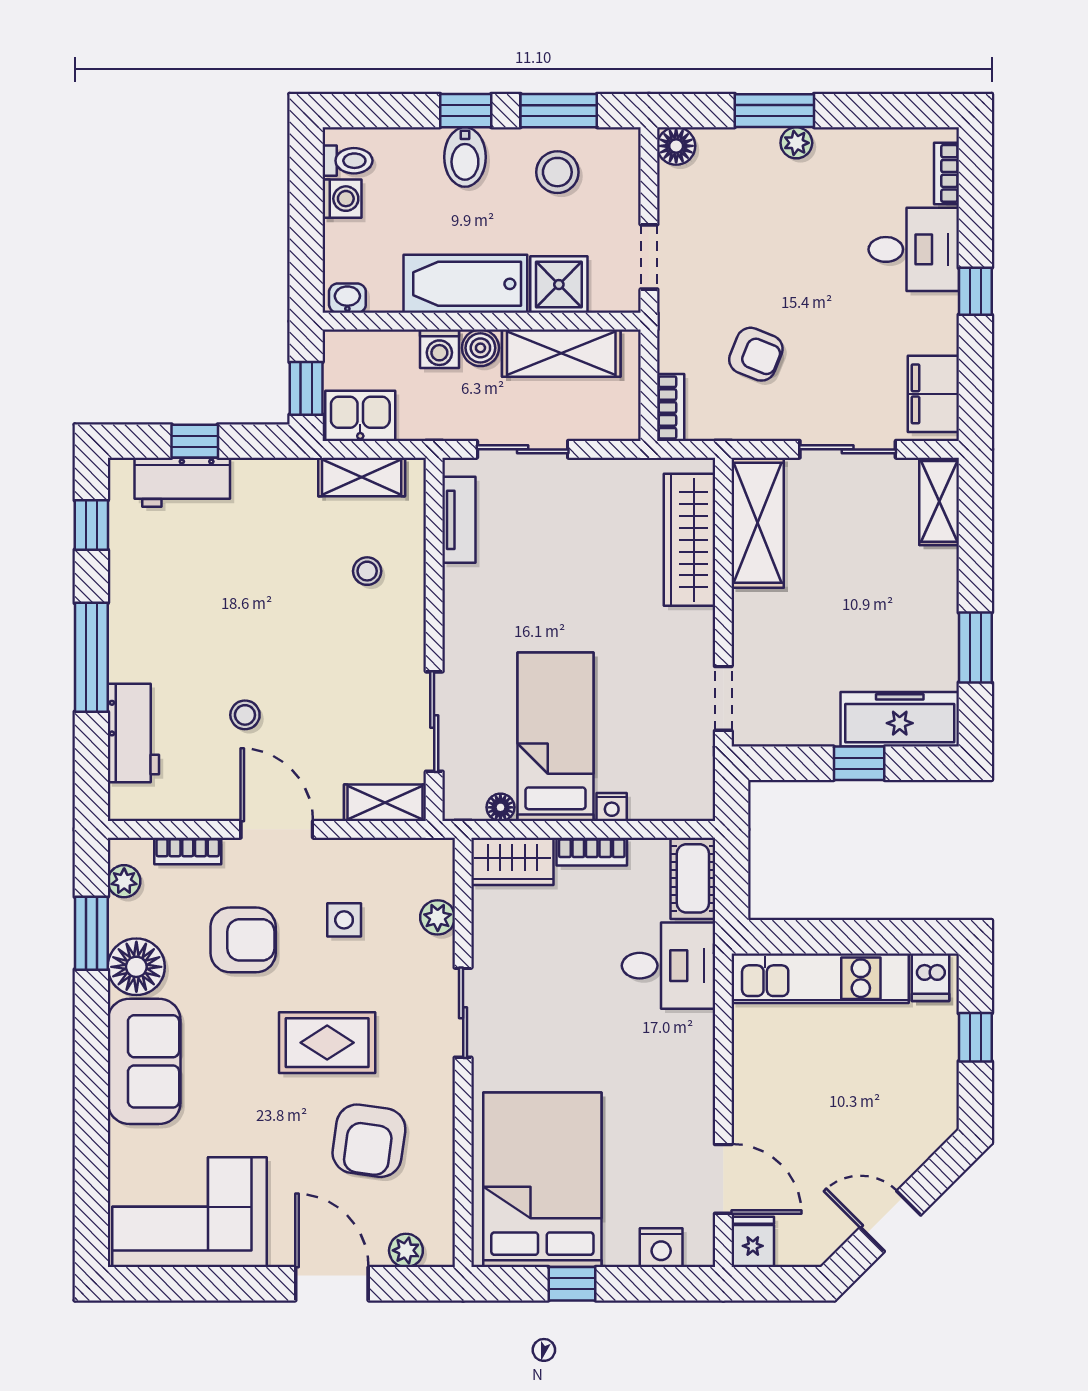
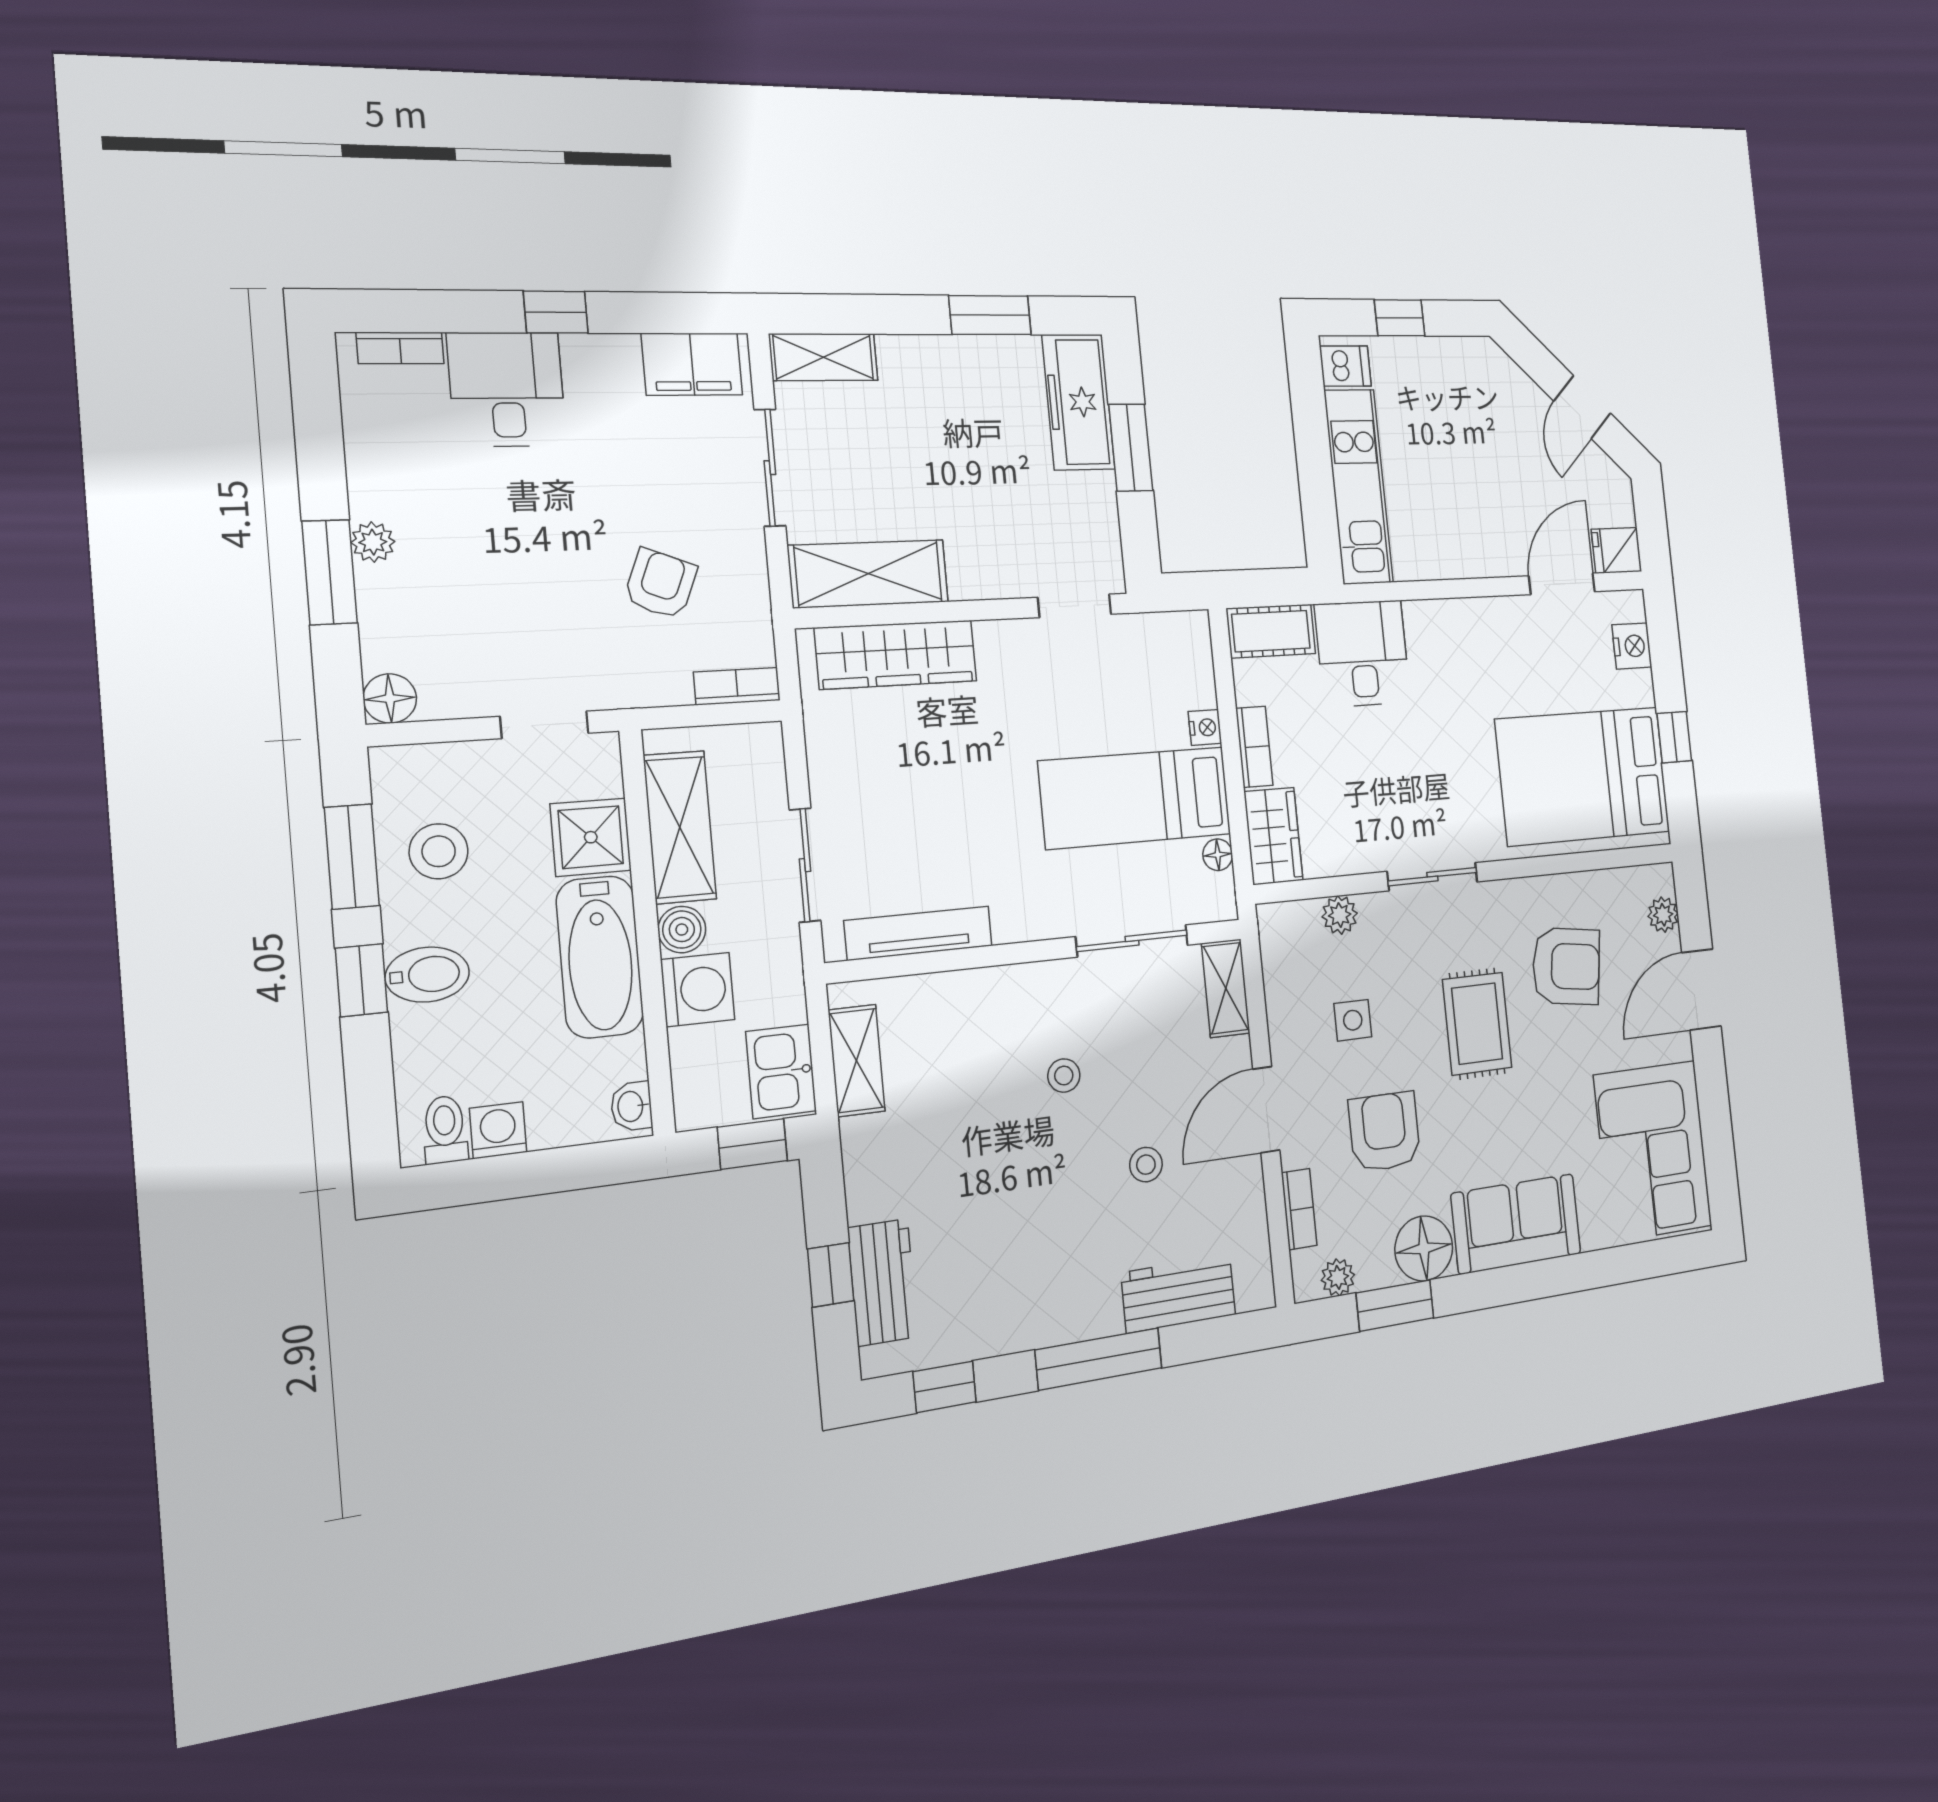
washing machine: (439, 349) -> (698, 990), width x1.38, depth x1.38
tv unit: (459, 520) -> (919, 933), width x1.41
stool: (367, 571) -> (1064, 1076), moved
window: (859, 763) -> (1131, 448), width x1.50

